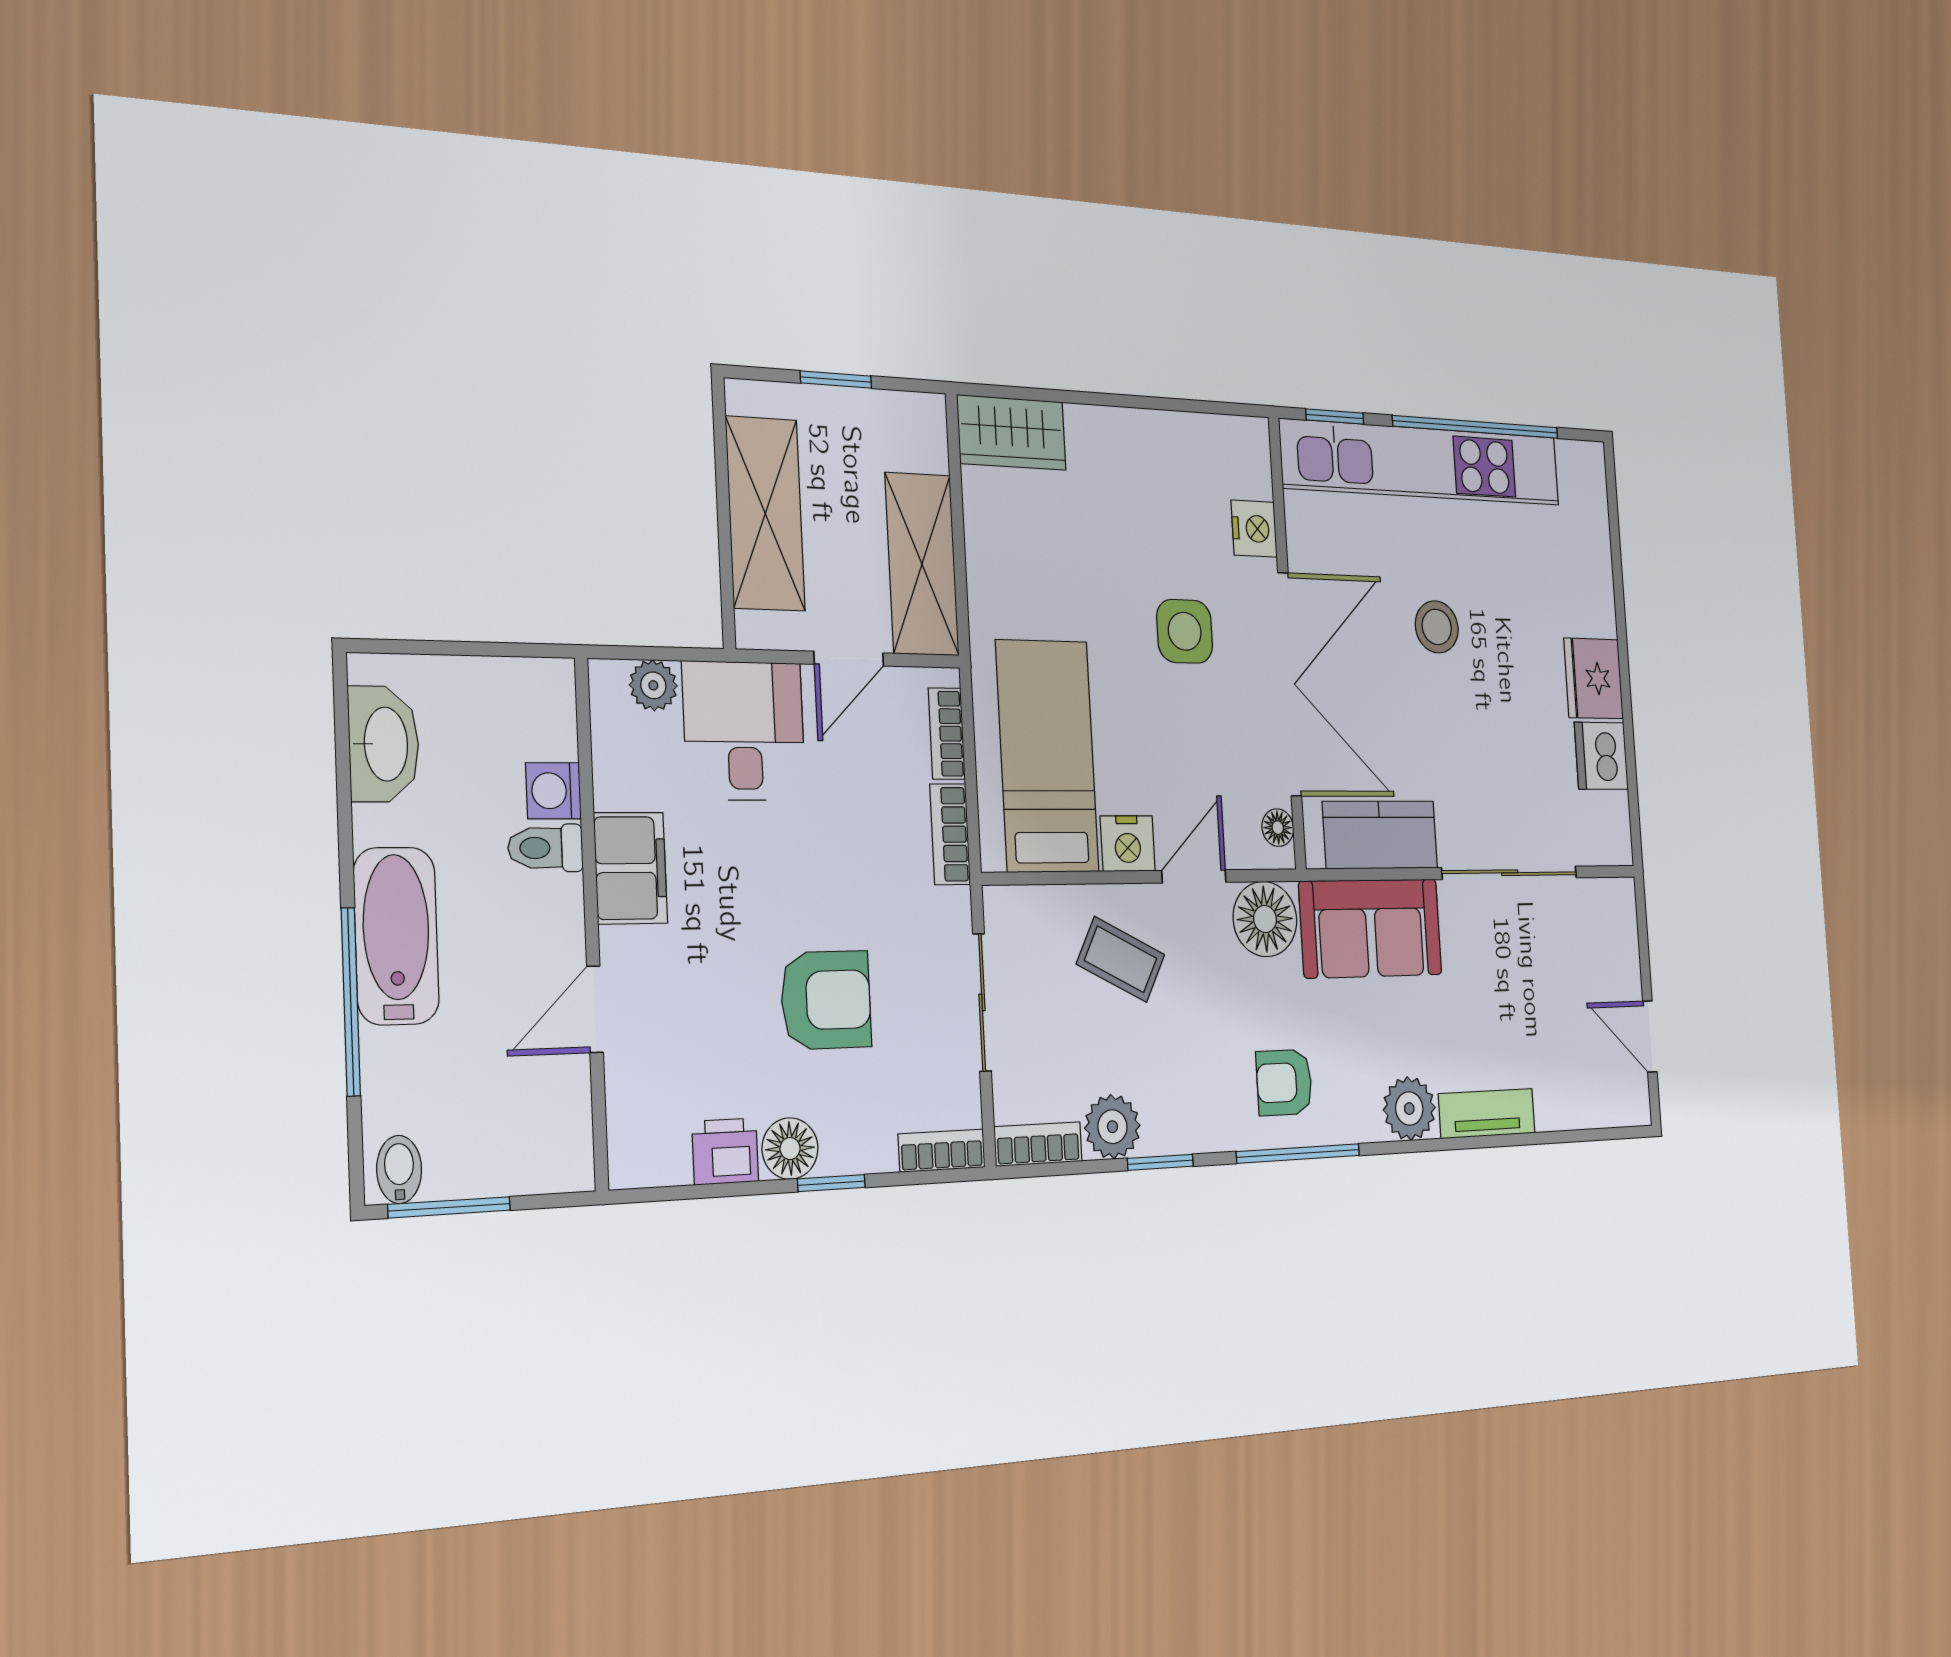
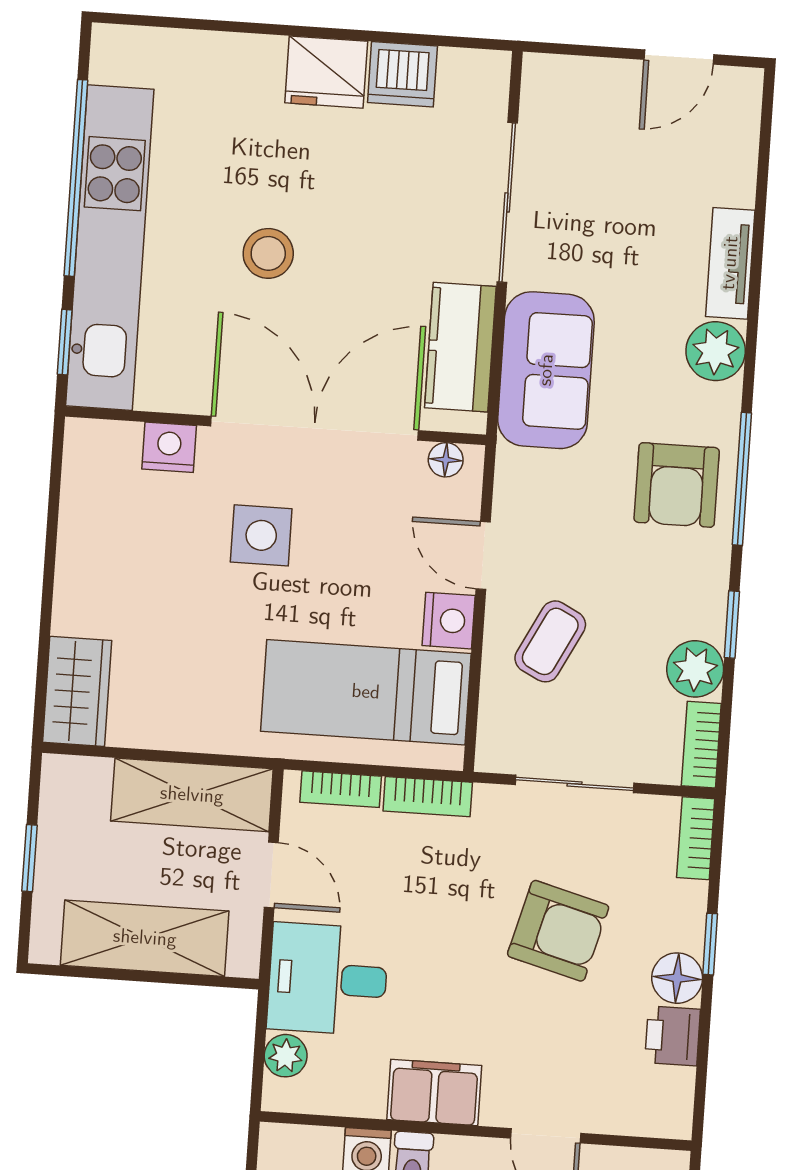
floor lamp: (1265, 919) -> (528, 485), removed
armchair: (826, 1000) -> (558, 931), turned 105
armchair: (1284, 1082) -> (677, 485), width x1.38, depth x1.38

